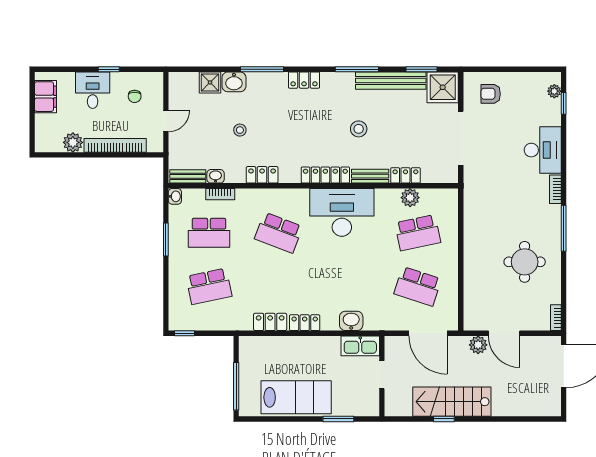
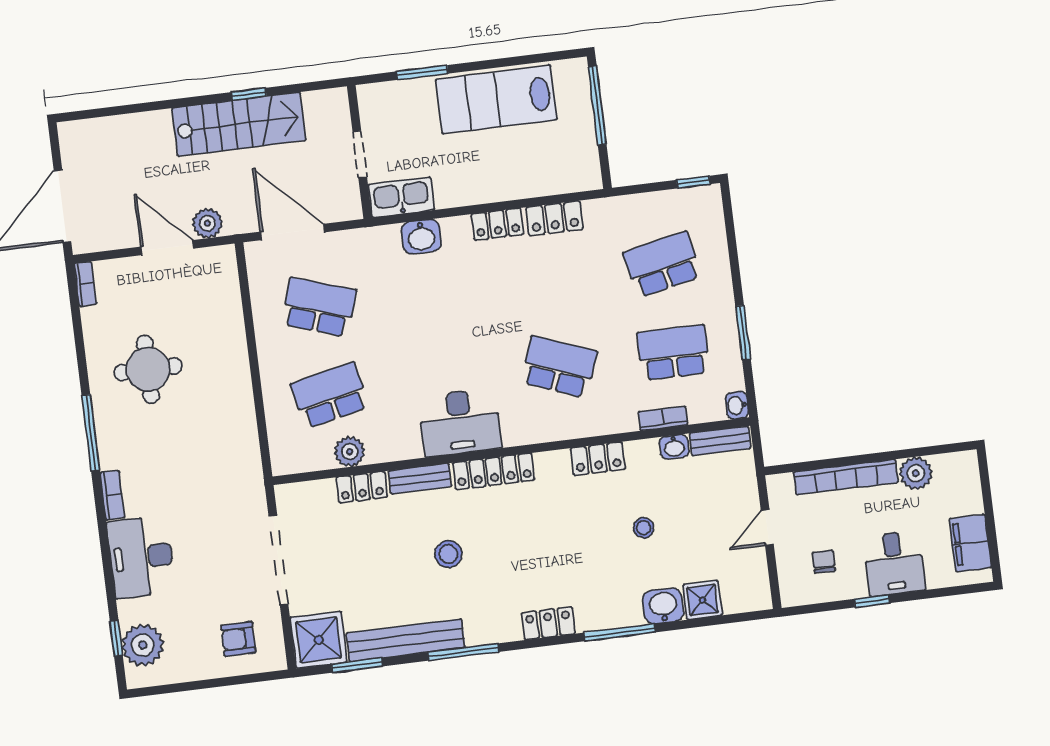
plant: (554, 91) -> (143, 645), width x1.87, depth x1.87
armchair: (491, 94) -> (238, 639), turned 180
desk: (342, 212) -> (460, 422), width x0.73, depth x0.77

